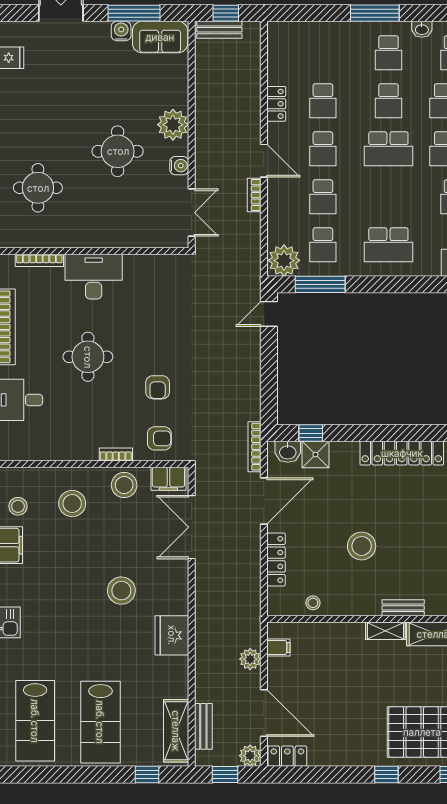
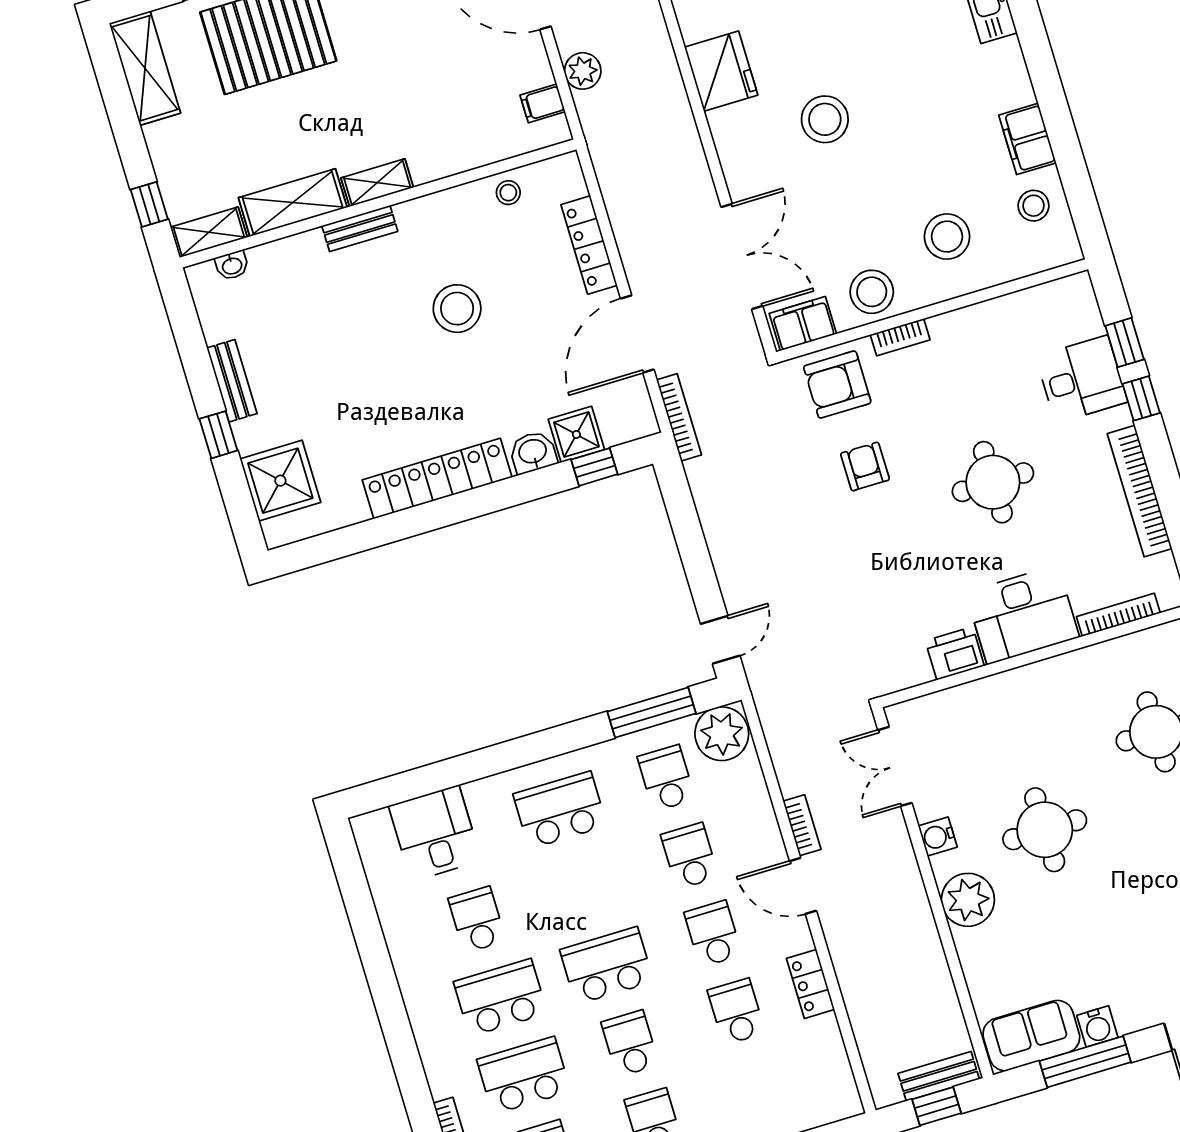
printer: (139, 266) -> (955, 653), added
armchair: (159, 438) -> (837, 385), width x1.38, depth x1.38
washbasin: (288, 452) -> (533, 452), moved

